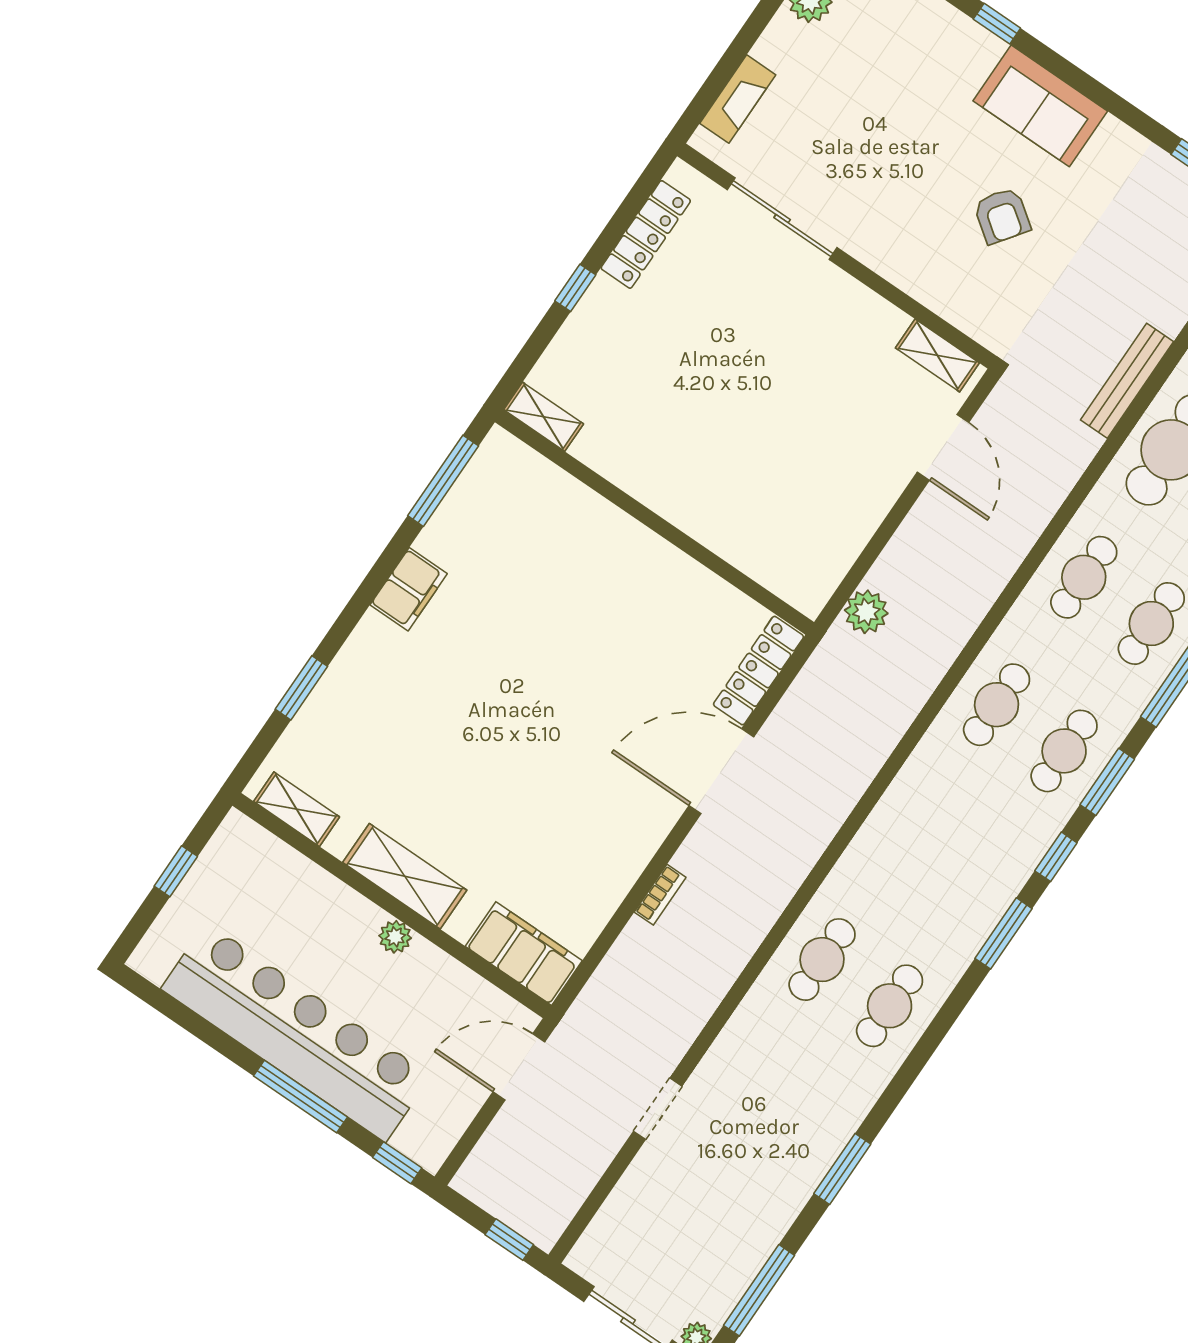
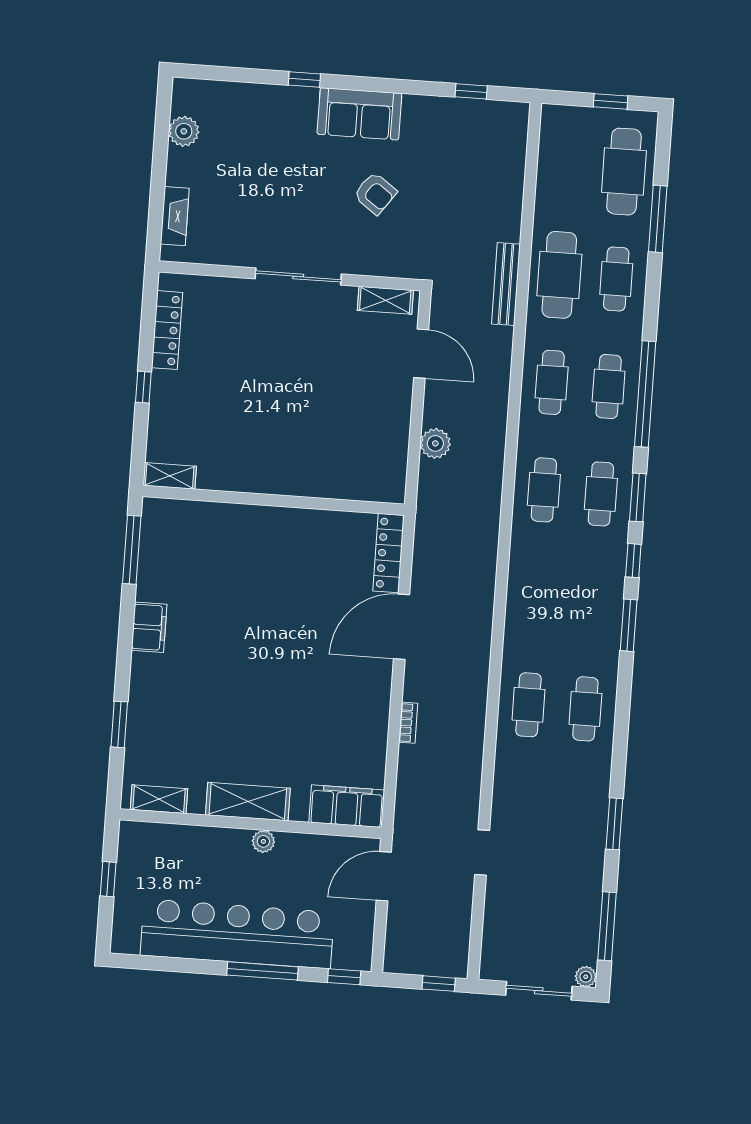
sliding door: (782, 219) -> (298, 276), moved
bench: (1127, 381) -> (506, 284), moved
plant: (866, 612) -> (435, 443), moved

